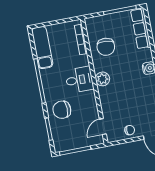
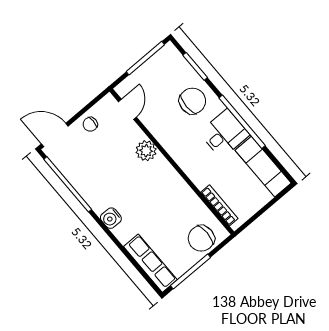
chair: (106, 47) -> (201, 238), moved, turned -95
plant: (102, 79) -> (146, 151), moved
desk: (79, 80) -> (224, 134), moved, turned 180

